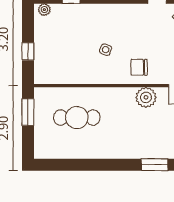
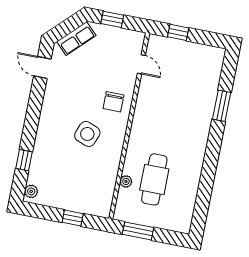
side table: (106, 50) -> (87, 134), width x1.87, depth x1.87
plant: (146, 97) -> (126, 181), moved, width x0.53, depth x0.53

